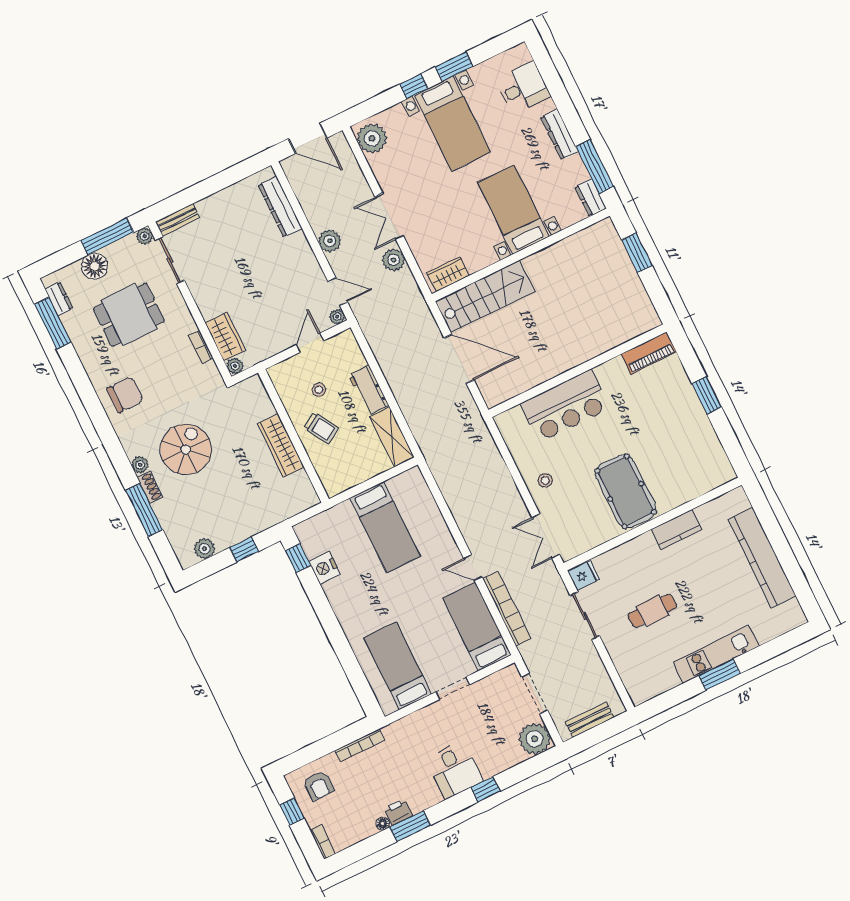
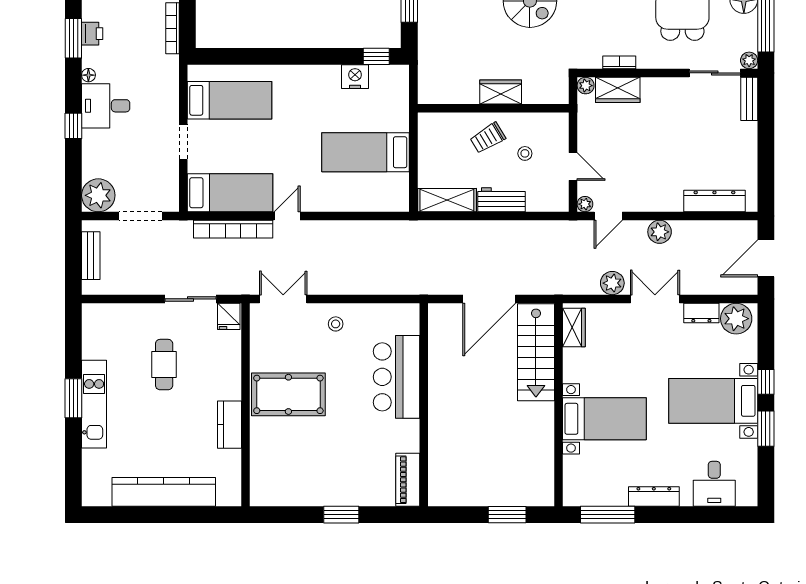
dresser: (590, 198) -> (701, 313), moved, turned 180
wardrobe: (281, 445) -> (501, 92), width x0.67
floor lamp: (383, 824) -> (88, 75), moved

